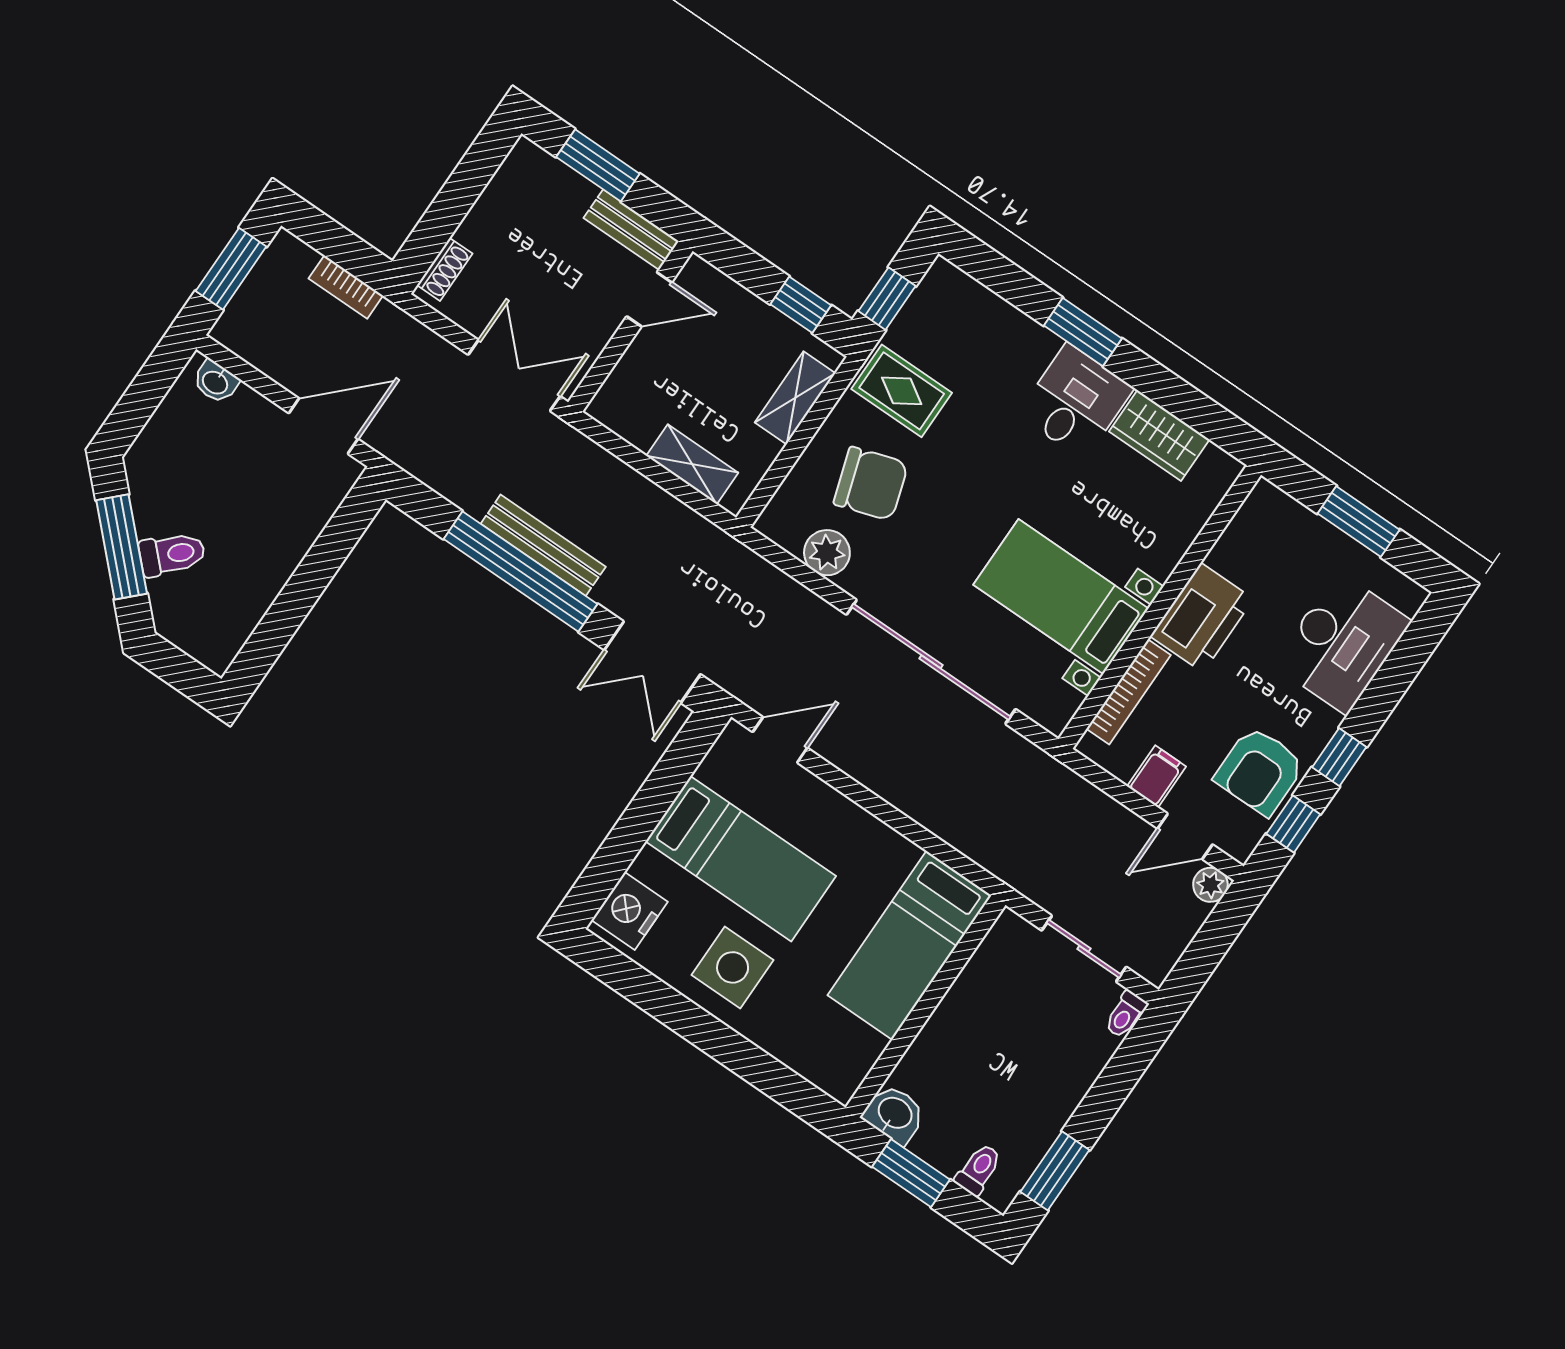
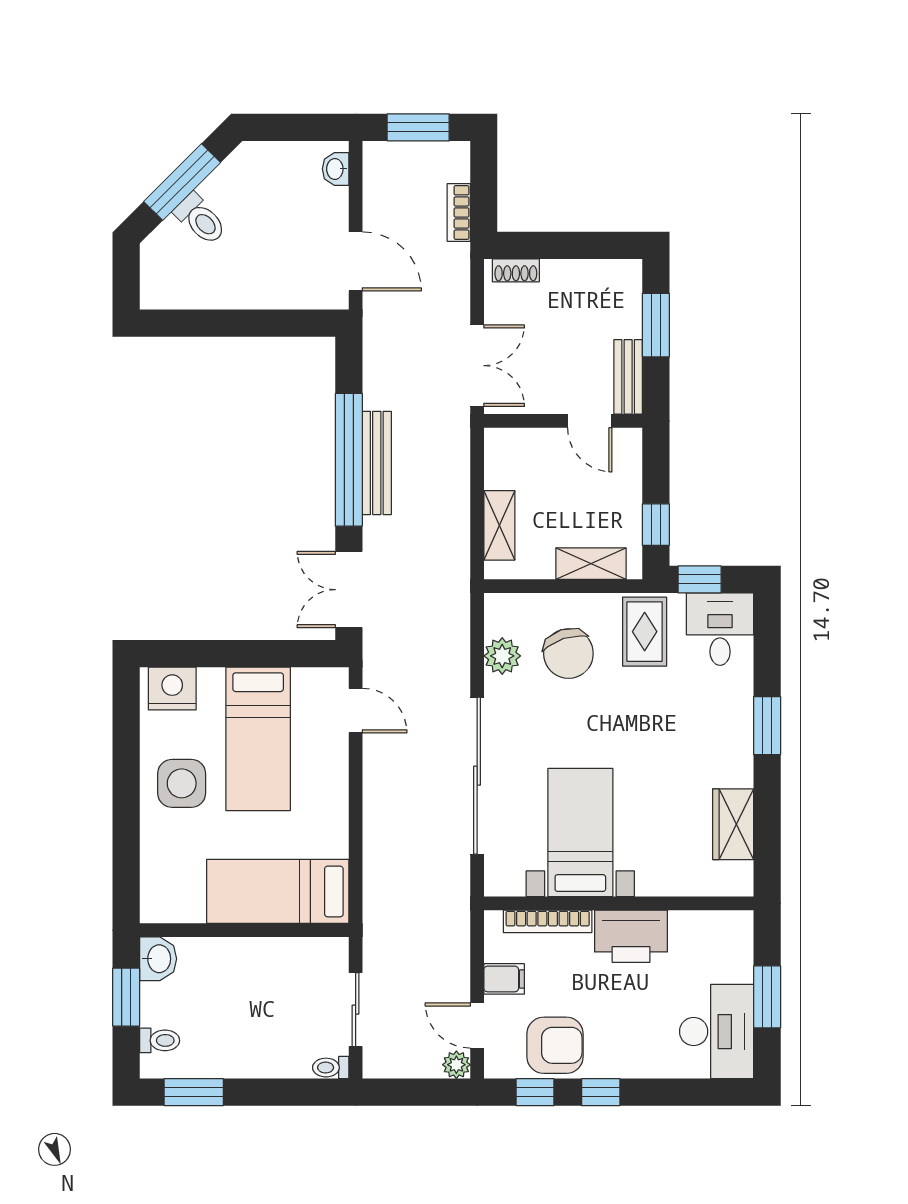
desk: (1075, 401) -> (720, 629), moved, turned -90
desk: (1342, 643) -> (717, 1032), moved, turned -90
armchair: (1260, 771) -> (555, 1045), turned 180

